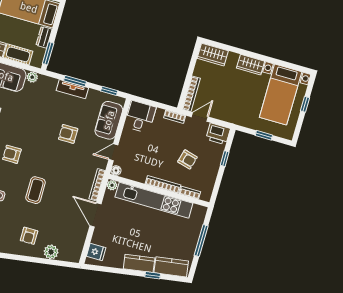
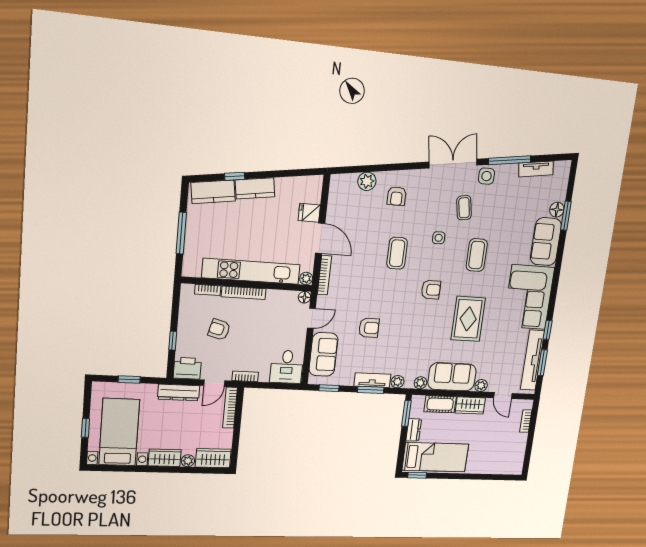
plant: (233, 57) -> (188, 461), added
plant: (51, 83) -> (397, 382), added
dresser: (229, 116) -> (179, 392), added
armchair: (29, 236) -> (397, 196), turned 180
fridge: (96, 252) -> (309, 213), moved

